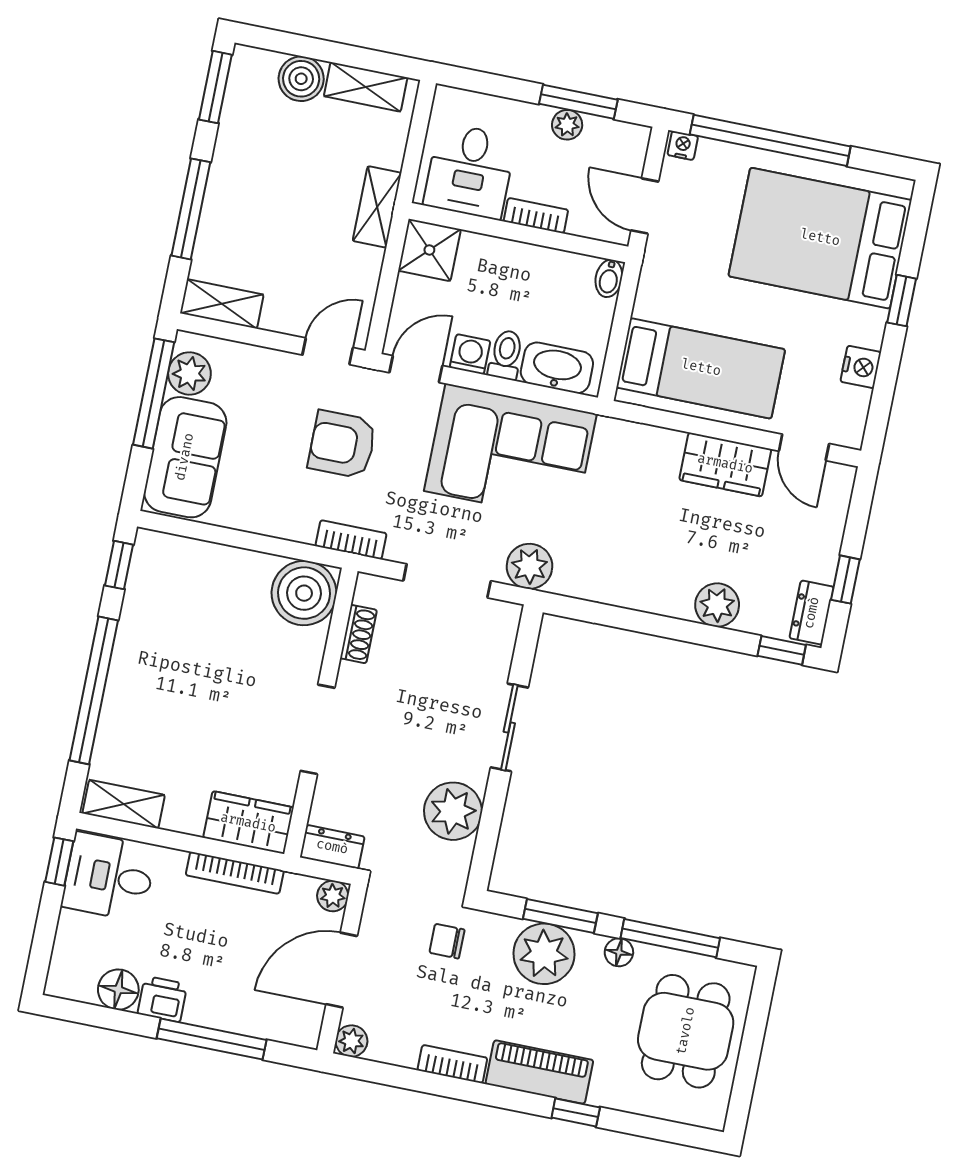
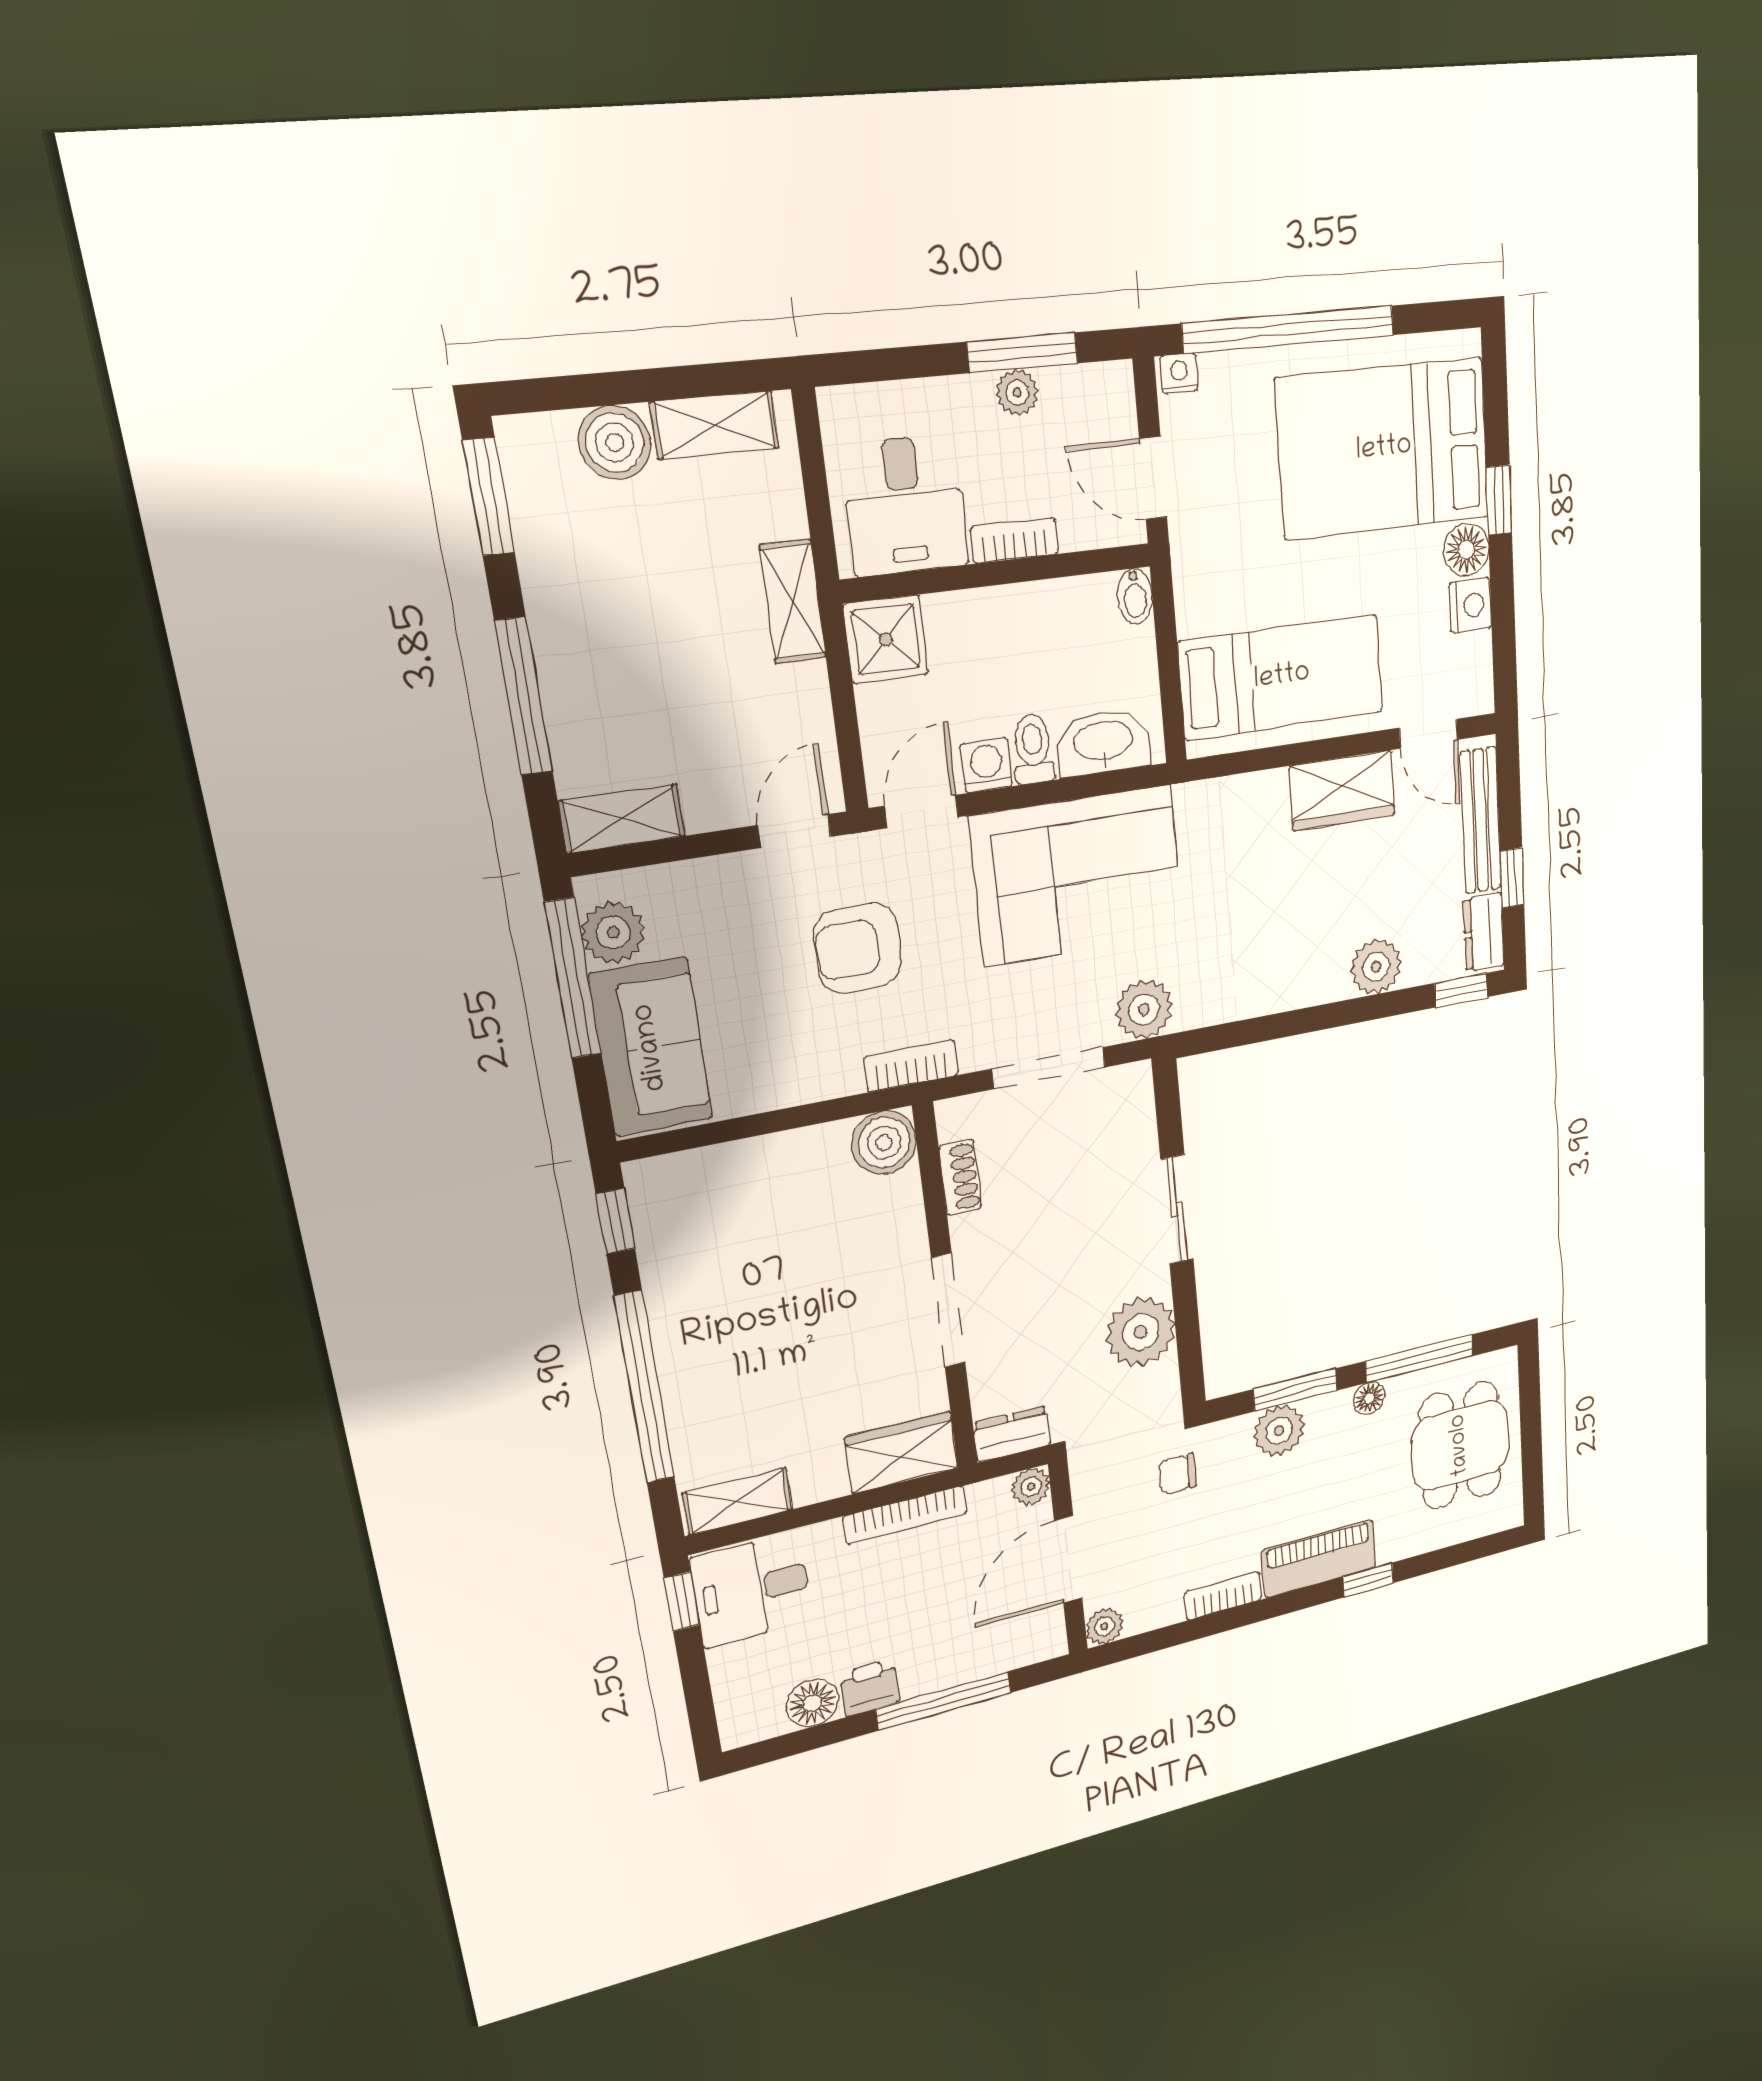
floor lamp: (867, 327) -> (1466, 550), added
bench: (830, 527) -> (1481, 821), added
boiler: (304, 593) -> (884, 1143), width x0.73, depth x0.73
plant: (544, 954) -> (1279, 1431), width x0.73, depth x0.73

